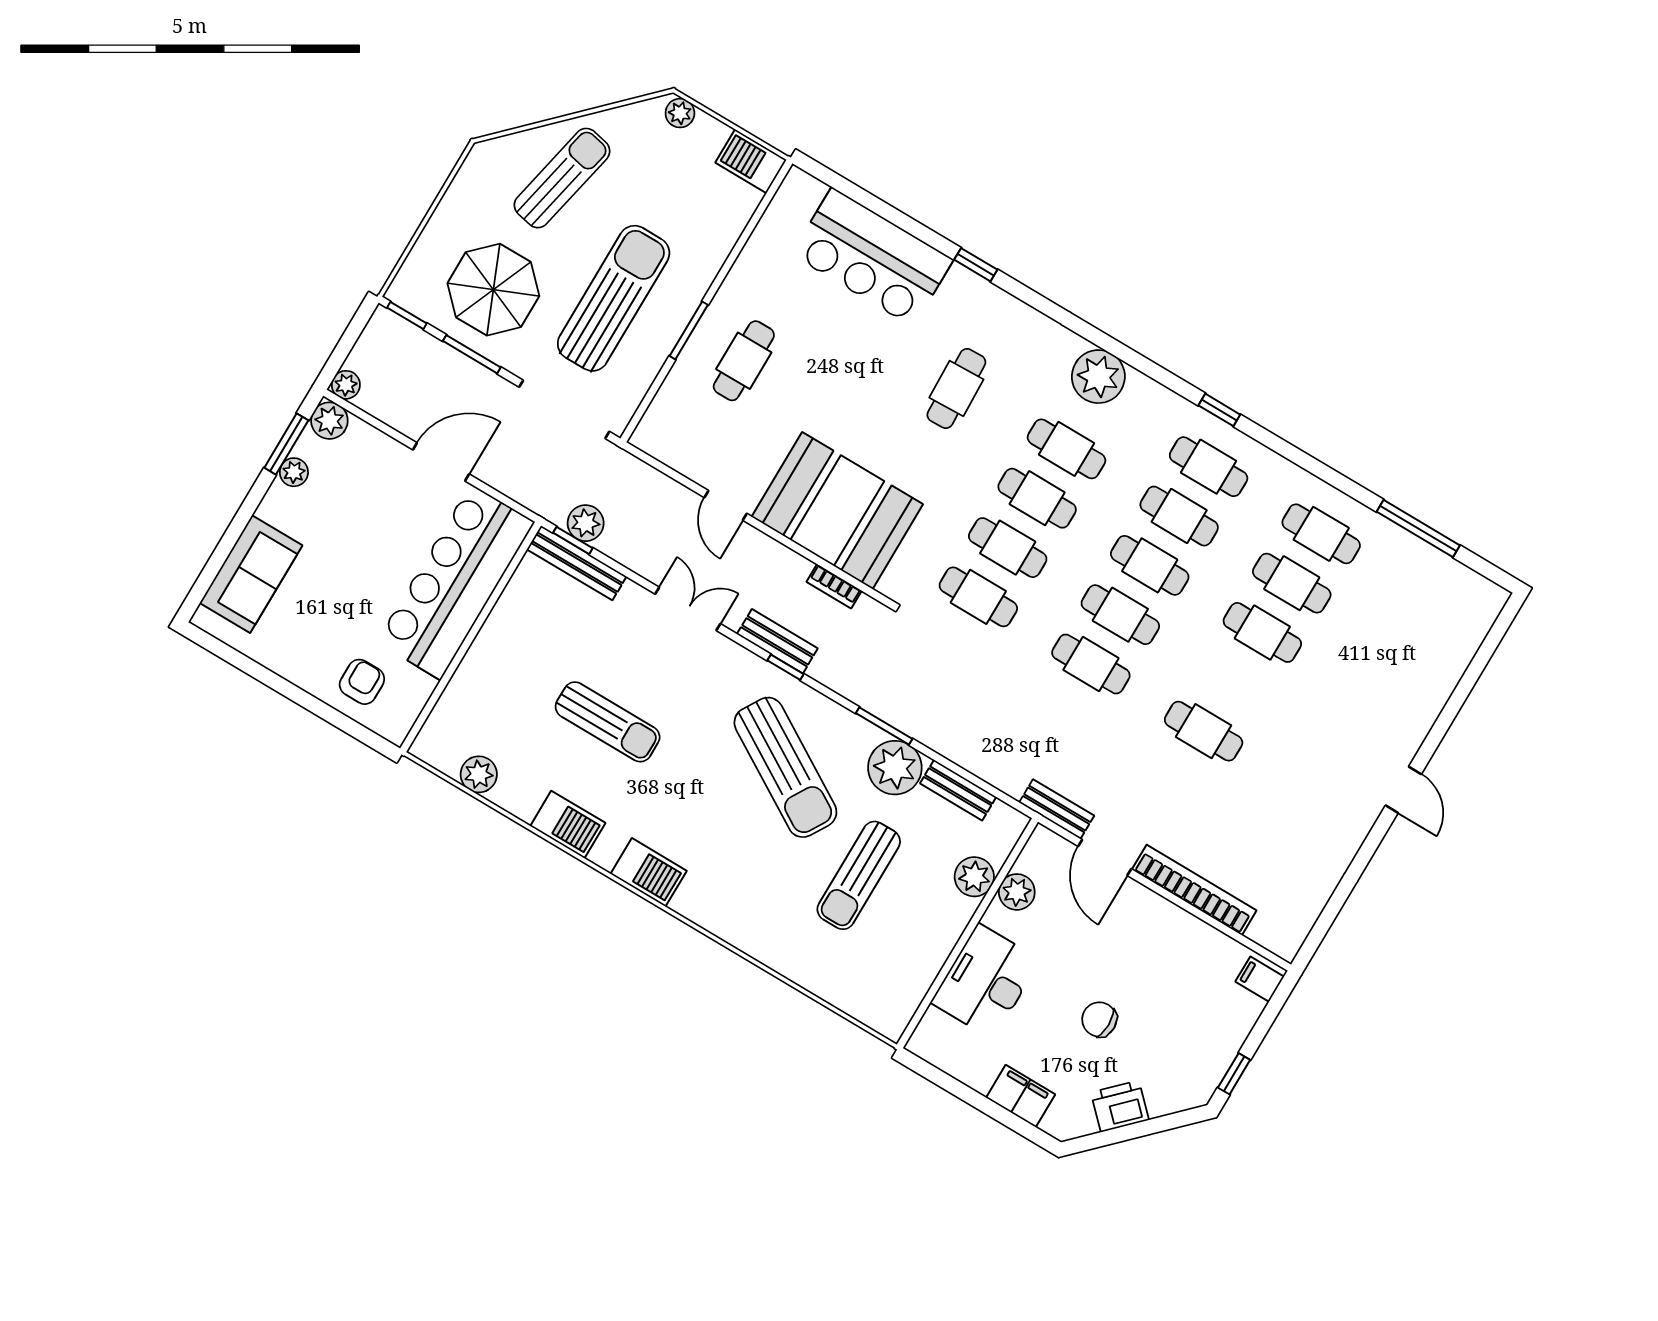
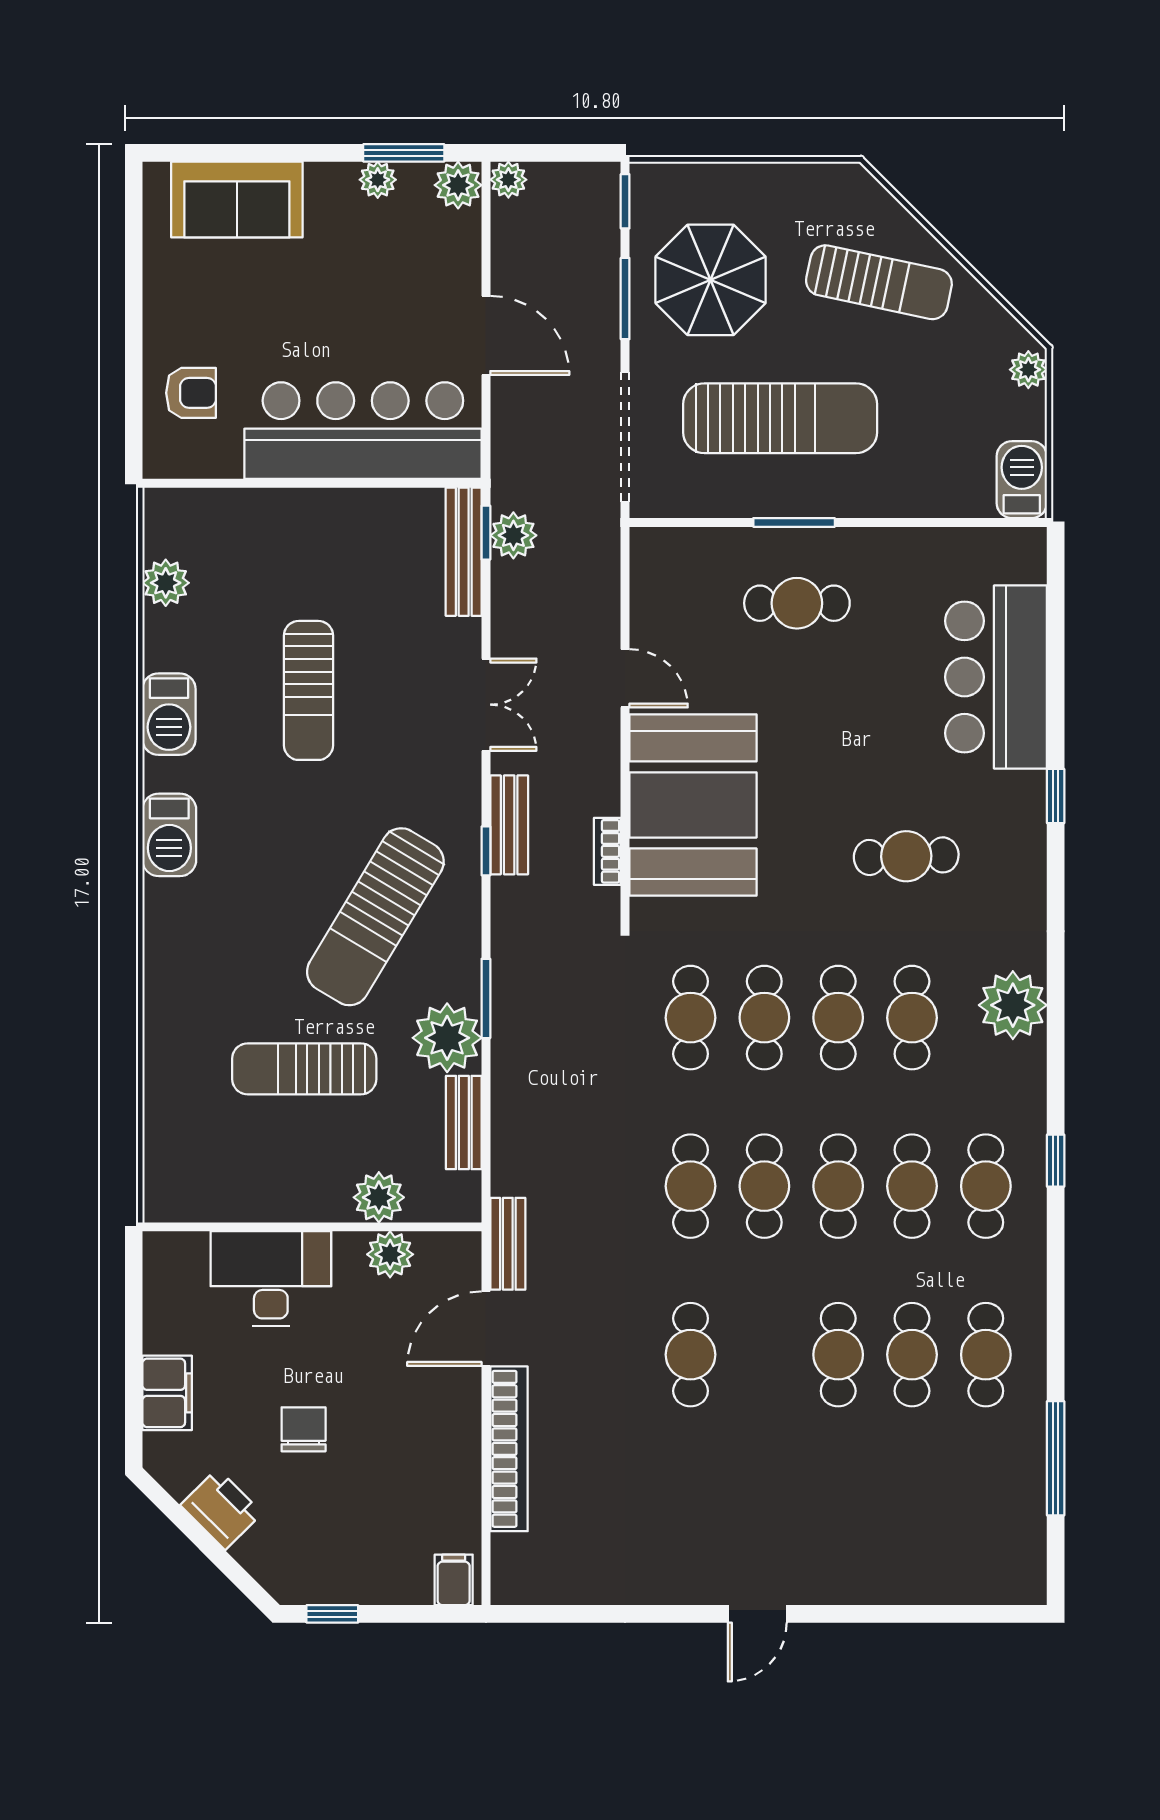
door: (726, 505) -> (625, 678), swing flipped

